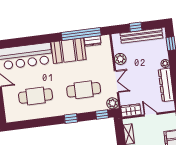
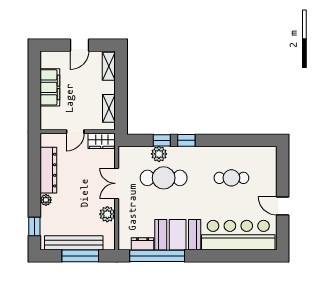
window: (136, 27) -> (80, 256), width x2.17
cafe table: (36, 96) -> (231, 178), width x0.73, depth x0.74
plant: (112, 103) -> (159, 154), moved
window: (102, 115) -> (162, 140), moved
door: (151, 115) -> (75, 132), hinge flipped

